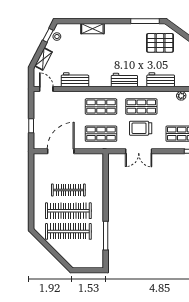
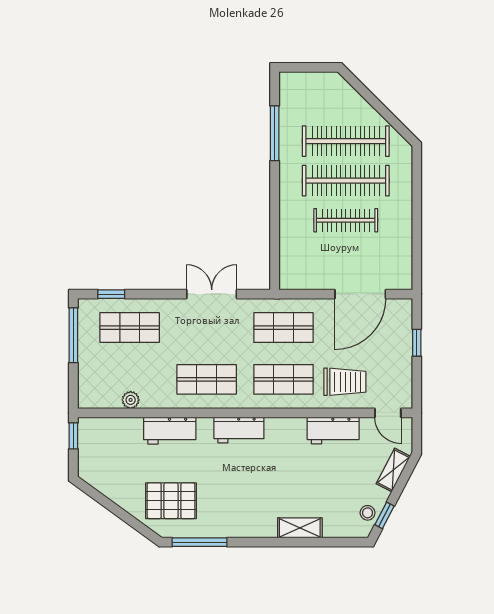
trolley: (141, 128) -> (345, 382), moved

